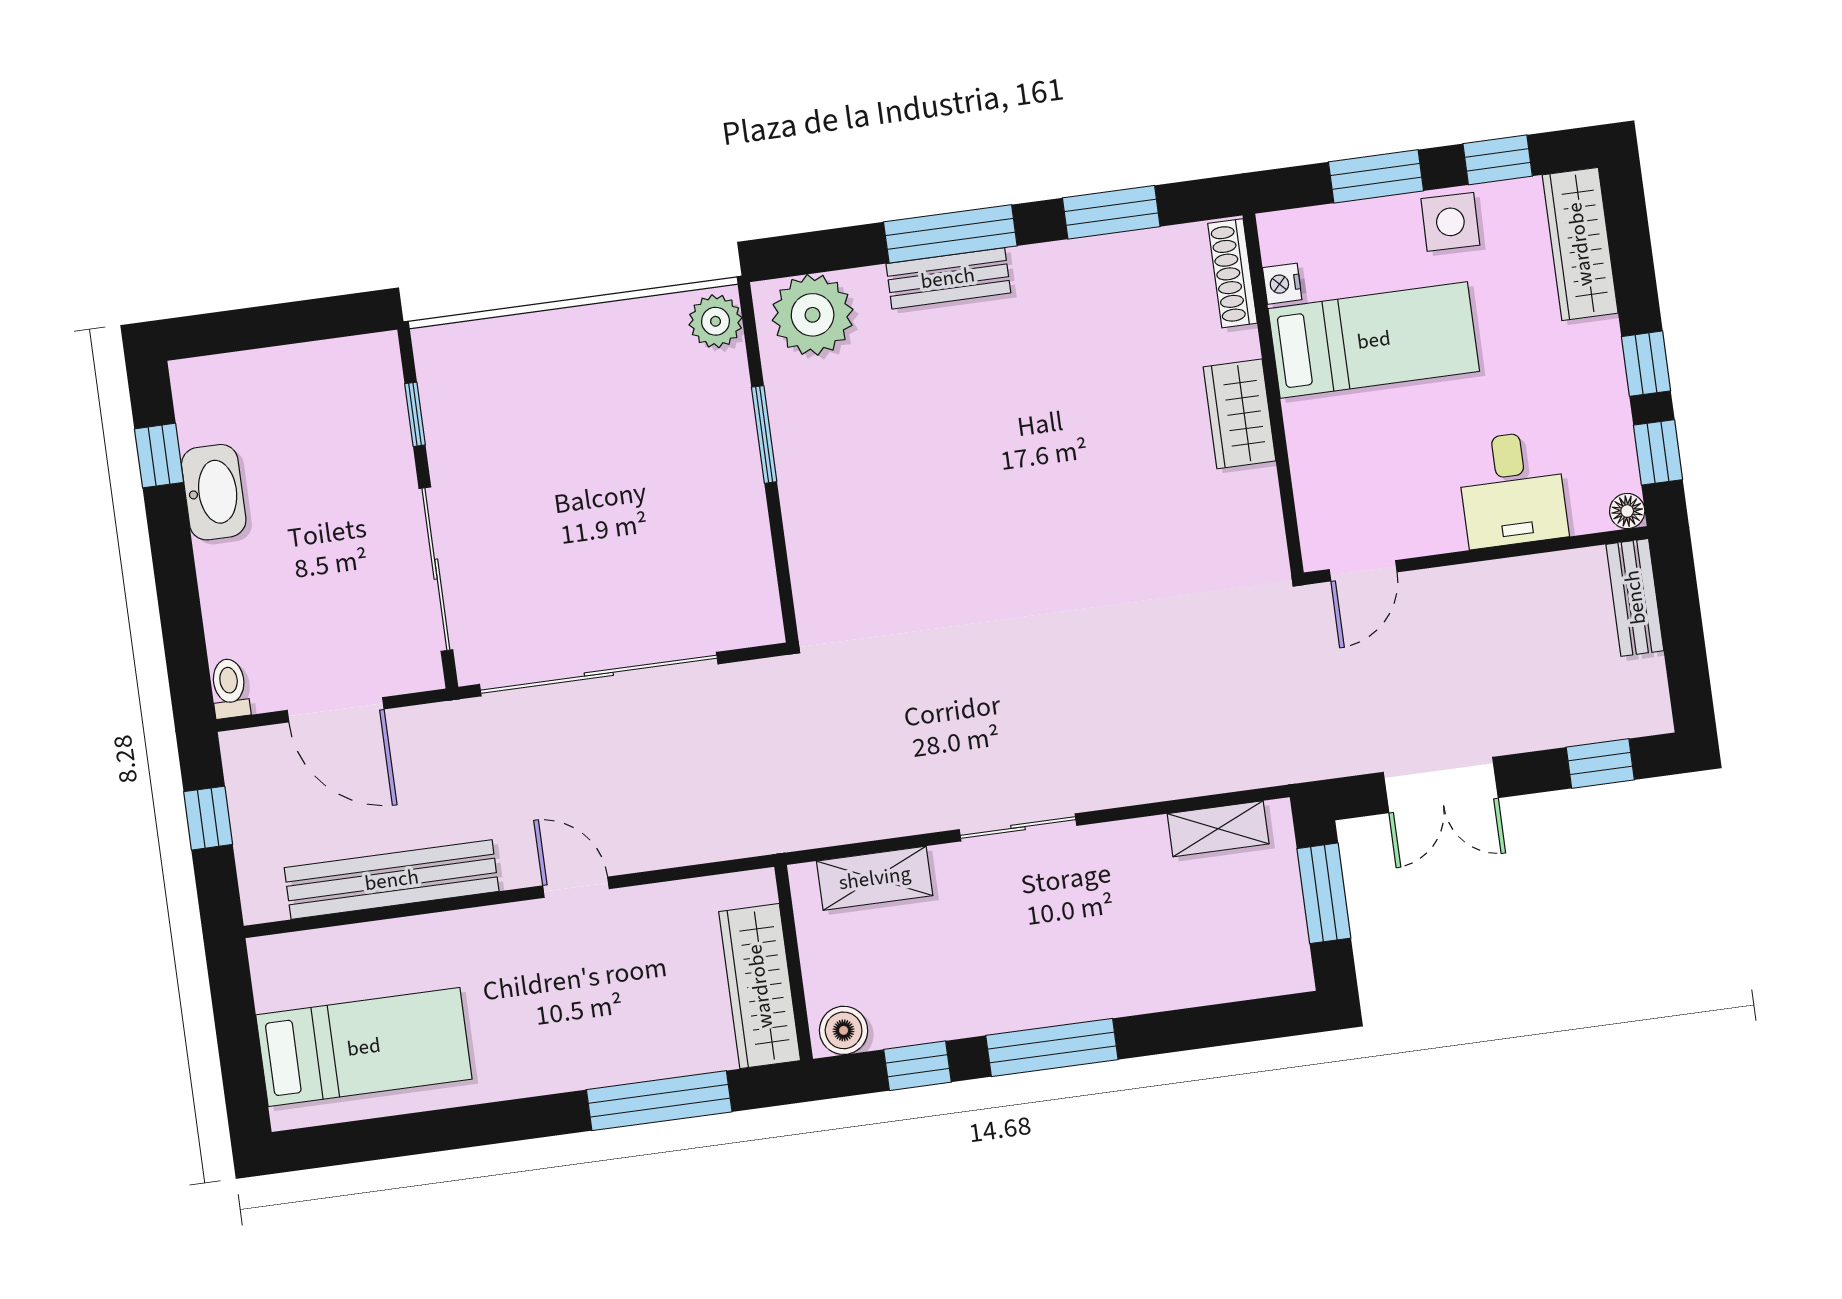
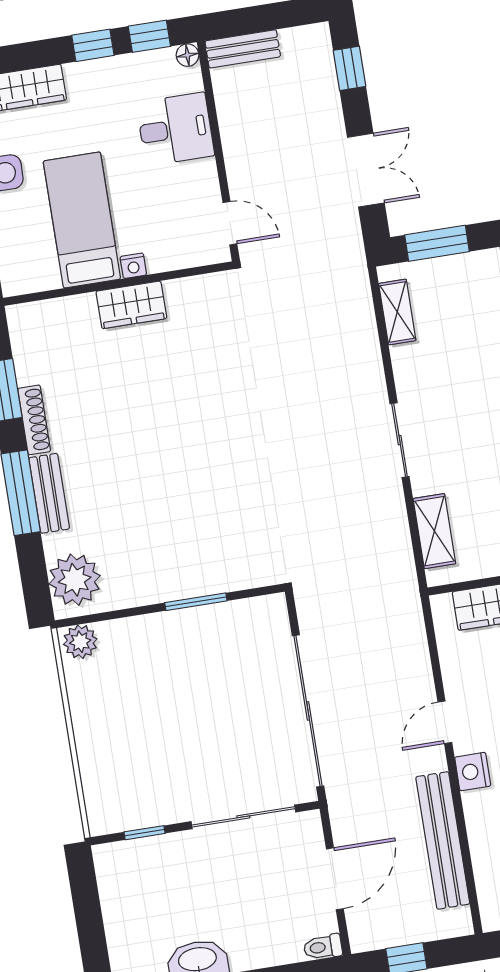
shoe rack: (1232, 273) -> (34, 420), moved, turned -90
nightstand: (1282, 284) -> (133, 266), moved
window: (764, 434) -> (196, 602), moved
nightstand: (498, 929) -> (473, 772), added

